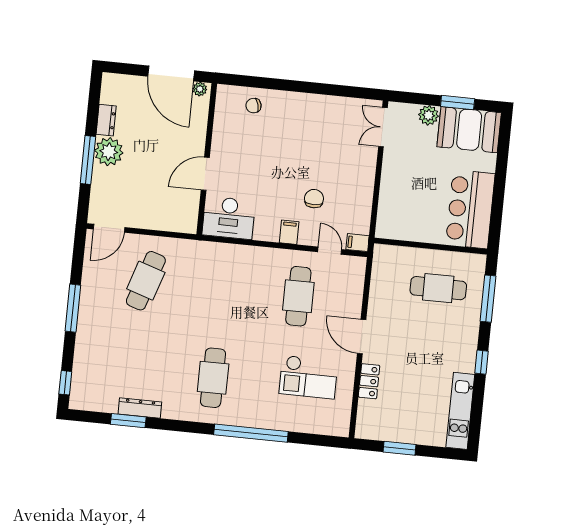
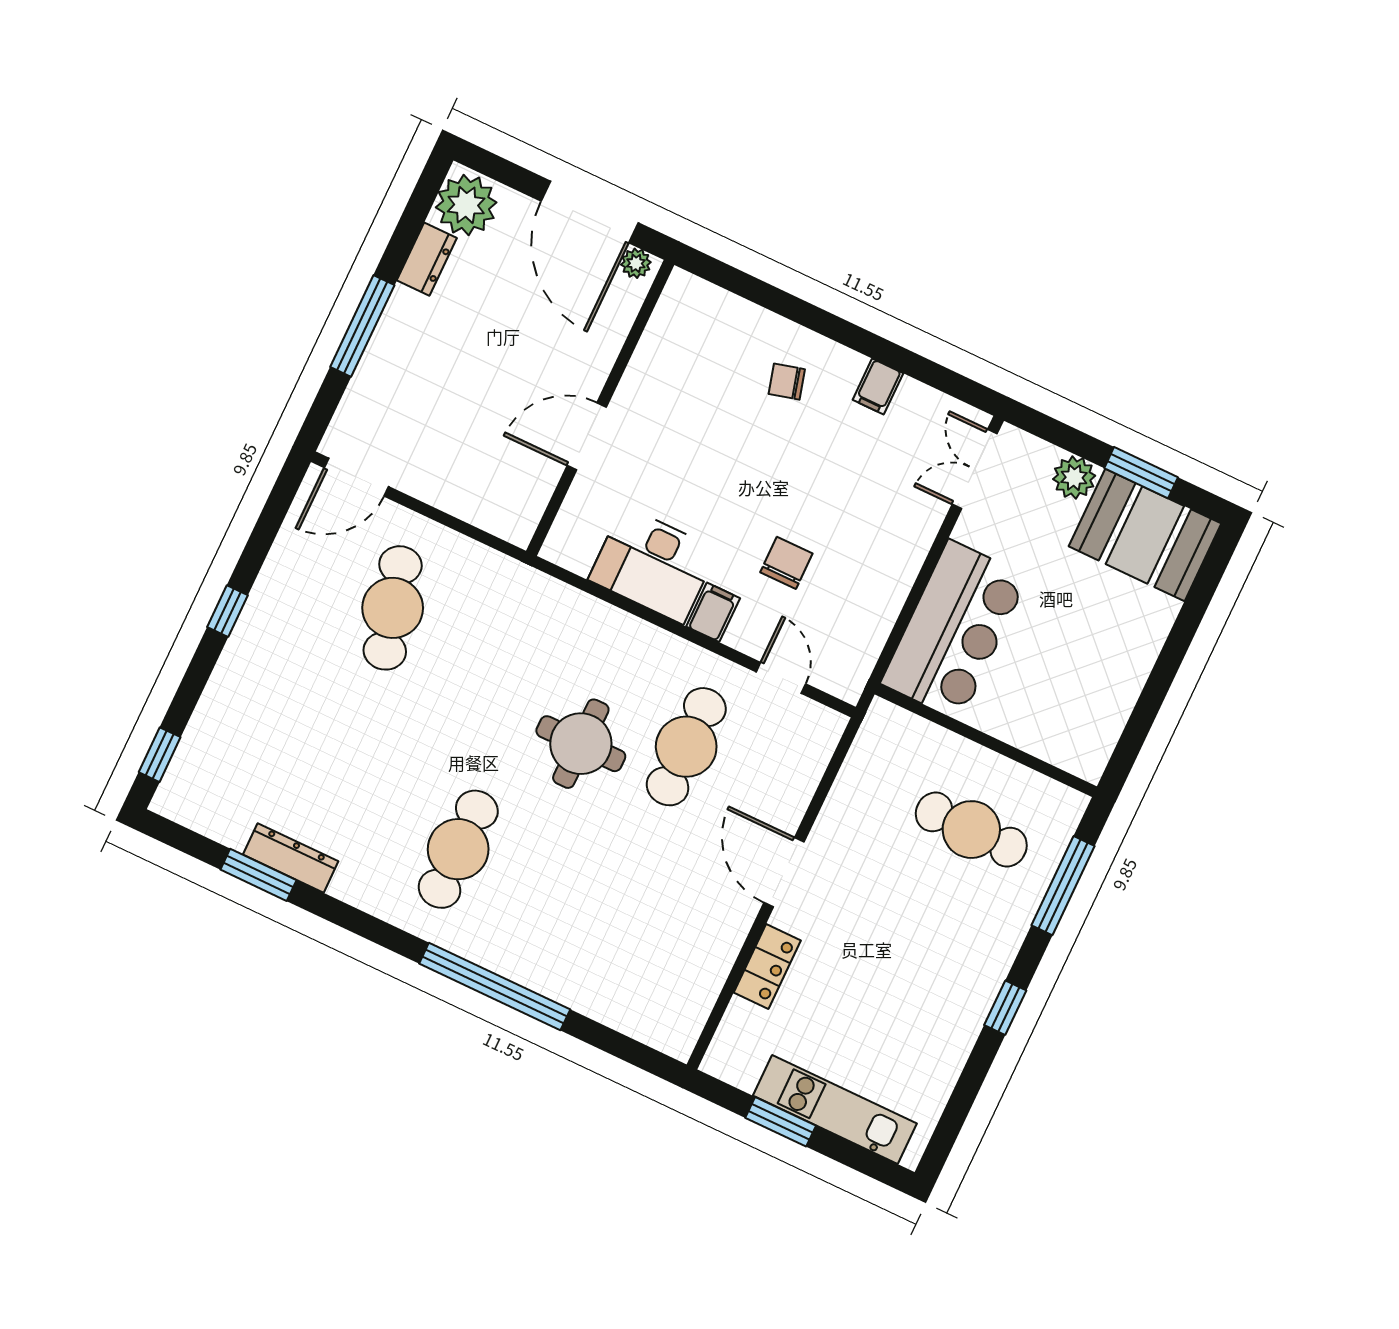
chair: (254, 106) -> (787, 382), moved
plant: (109, 152) -> (466, 205), moved
bar counter: (470, 209) -> (954, 630), moved, turned 180
desk: (229, 218) -> (653, 565), moved
filing cabinet: (358, 243) -> (878, 387), moved, turned -90
cafe table: (146, 281) -> (393, 608), turned -33
window: (73, 308) -> (228, 611), width x0.46
round table: (251, 311) -> (581, 744), added
checkout: (308, 377) -> (649, 915), removed
kitchen unit: (460, 411) -> (835, 1110), moved, turned 90

